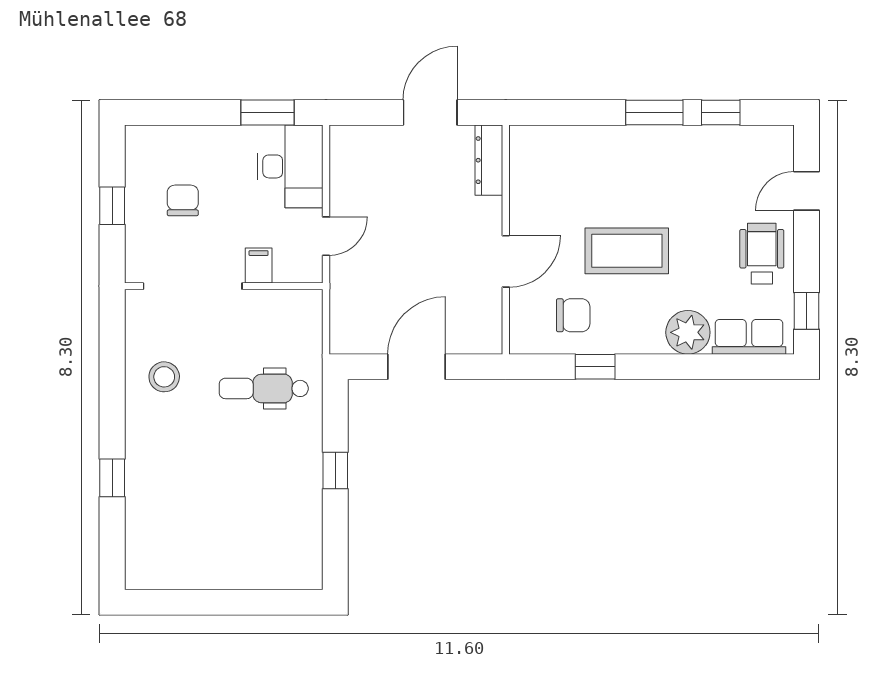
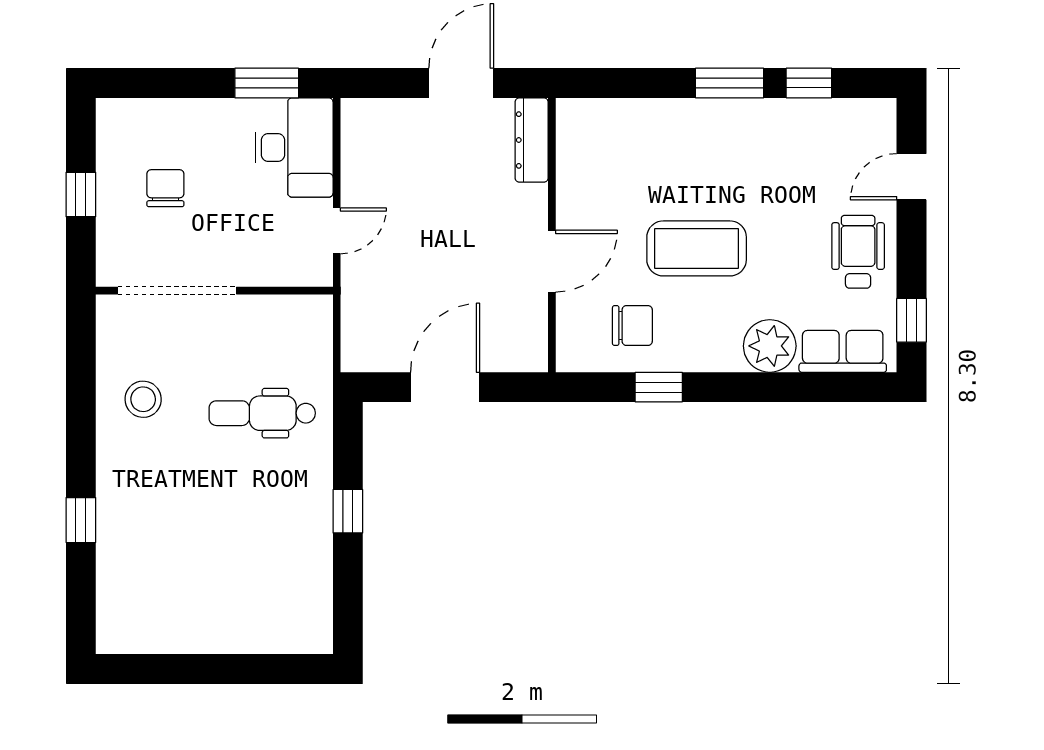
filing cabinet: (259, 265) -> (256, 266), removed

